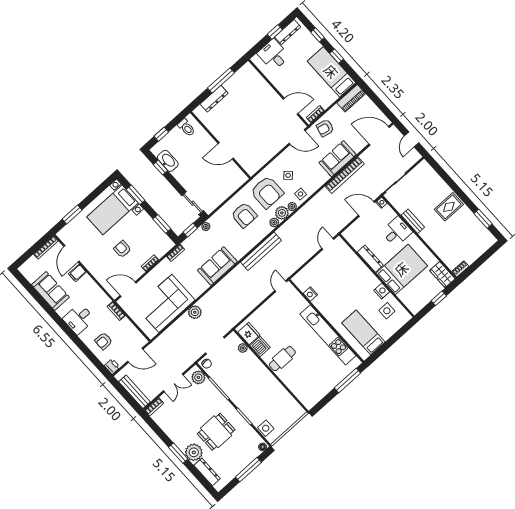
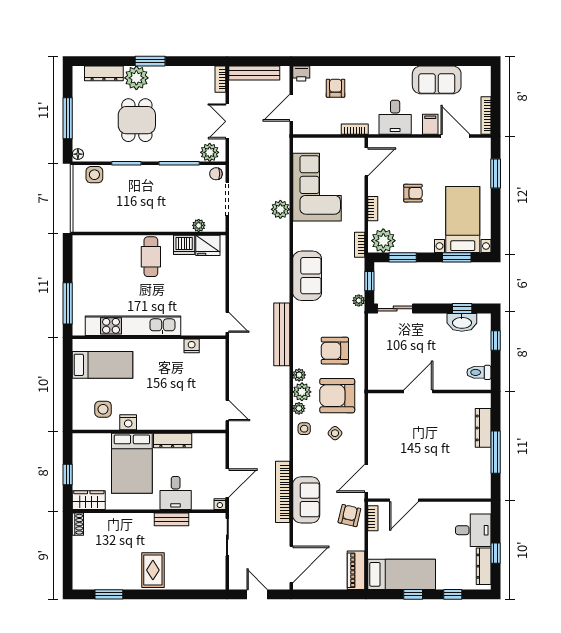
plant: (162, 242) -> (383, 241), added
desk: (79, 319) -> (395, 117), moved, turned 180

